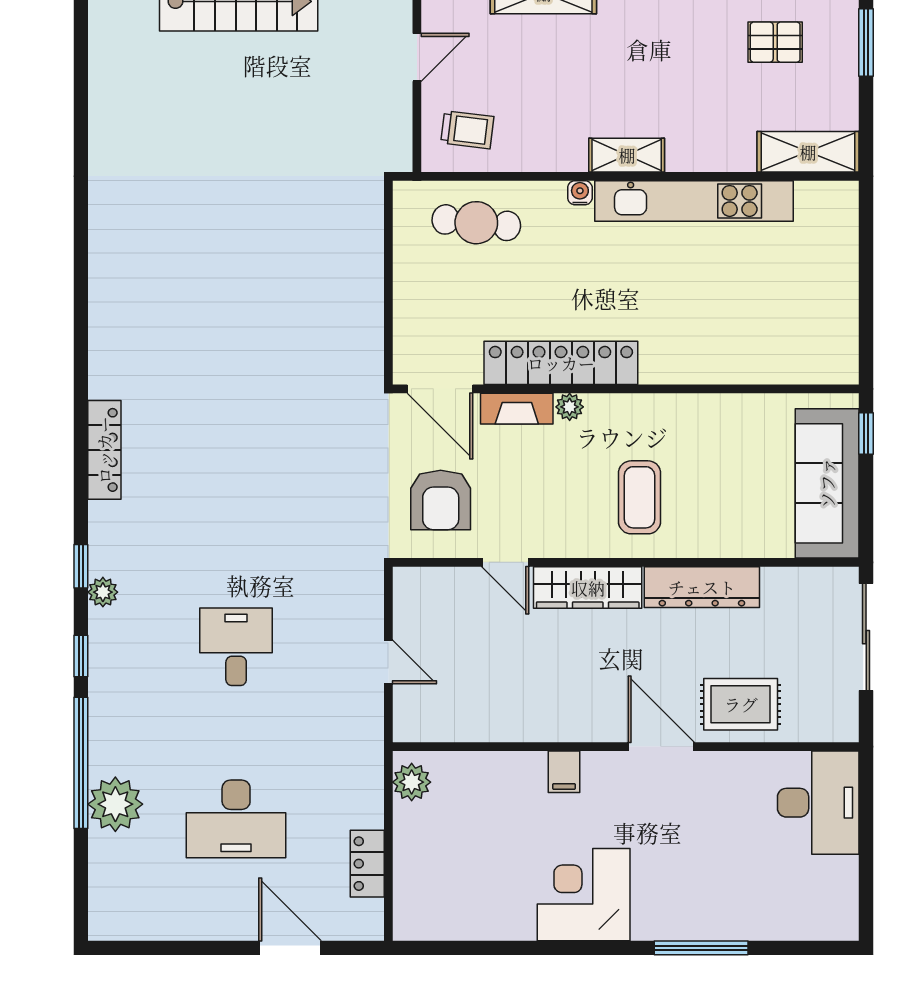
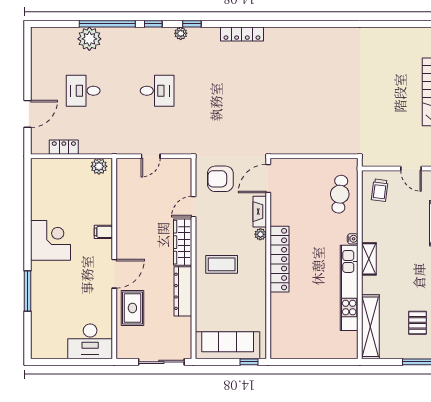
shelving: (808, 152) -> (370, 327), width x1.47
locker: (561, 363) -> (279, 259), moved
desk: (236, 819) -> (83, 91), width x0.73

